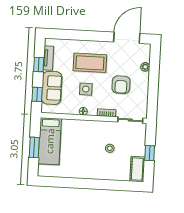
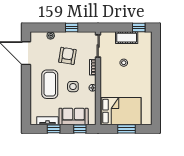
armchair: (121, 85) -> (67, 56), turned -81
window: (153, 91) -> (72, 28), added
bed: (50, 141) -> (120, 111), width x1.50
window: (150, 153) -> (139, 28), moved
cot: (137, 169) -> (127, 38), moved

